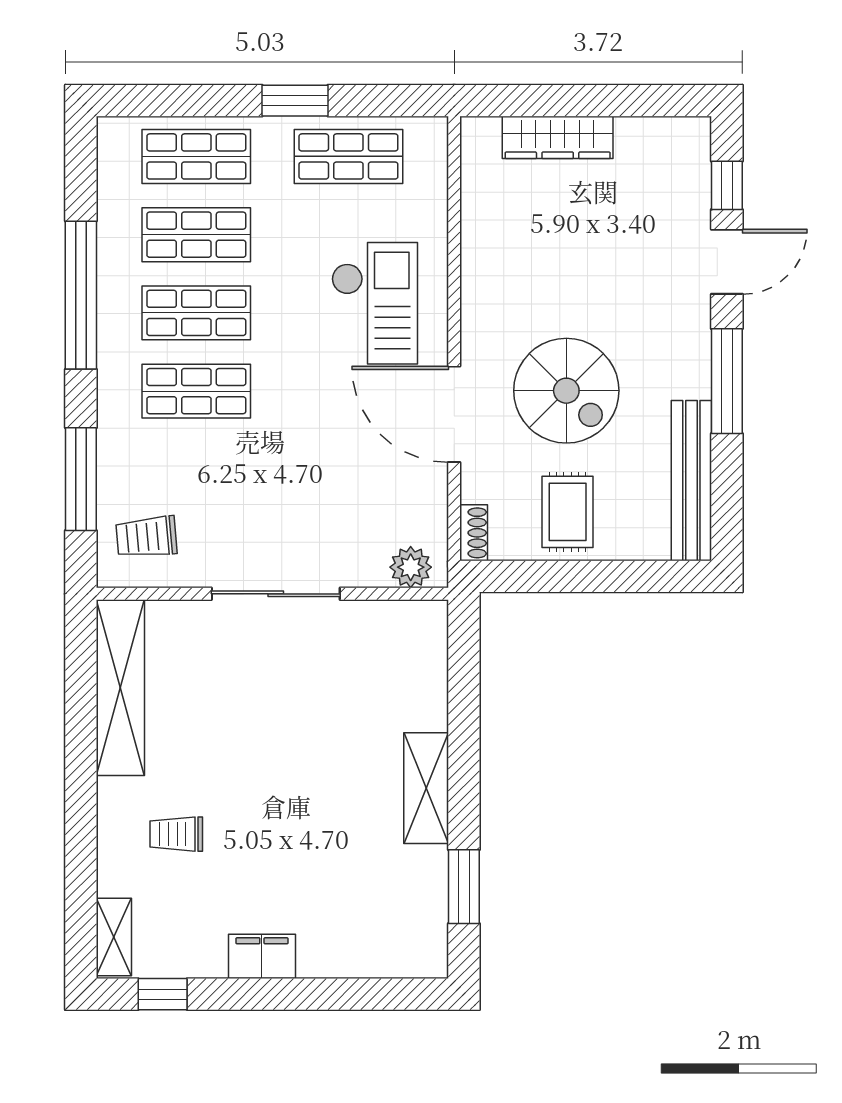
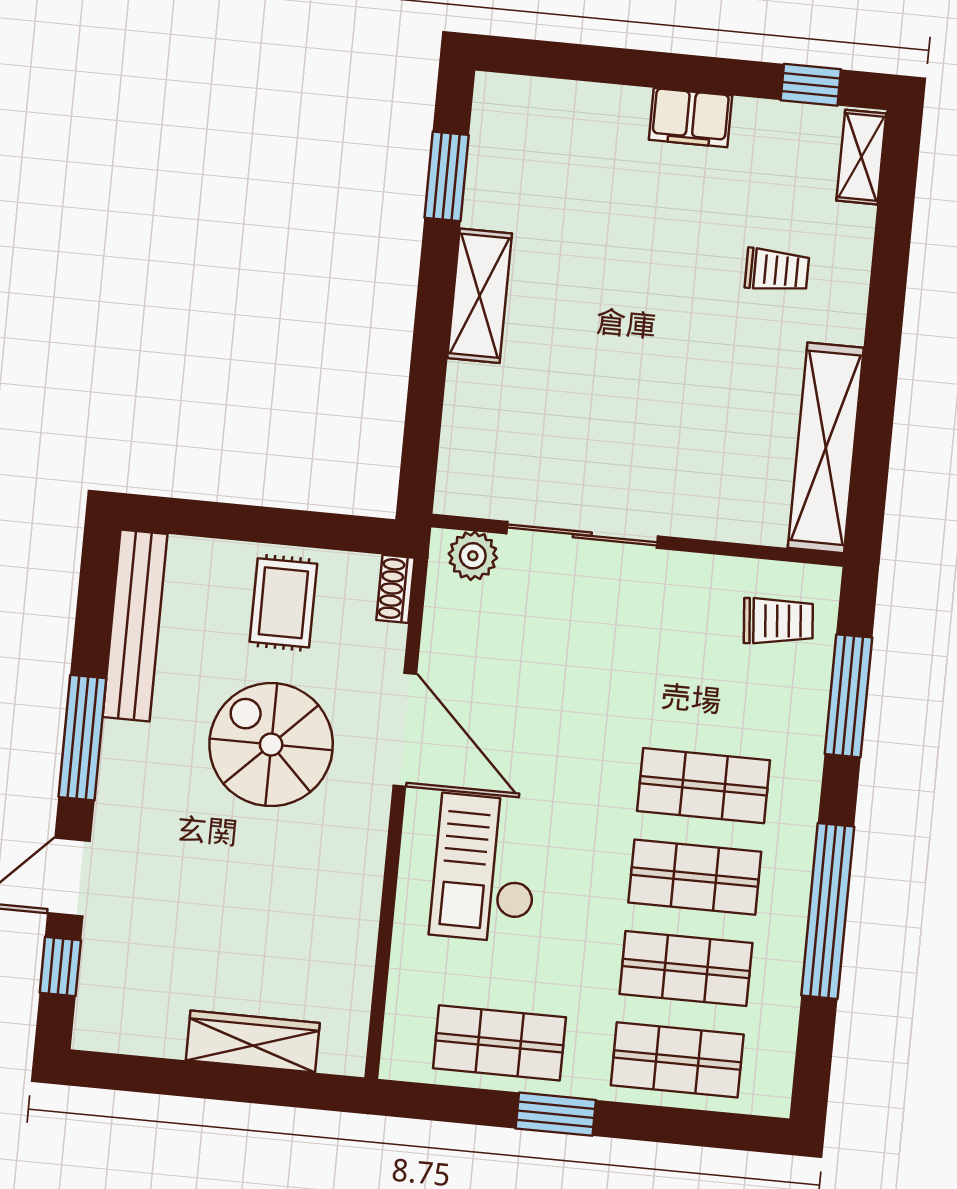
sliding door: (276, 594) -> (582, 535), moved

